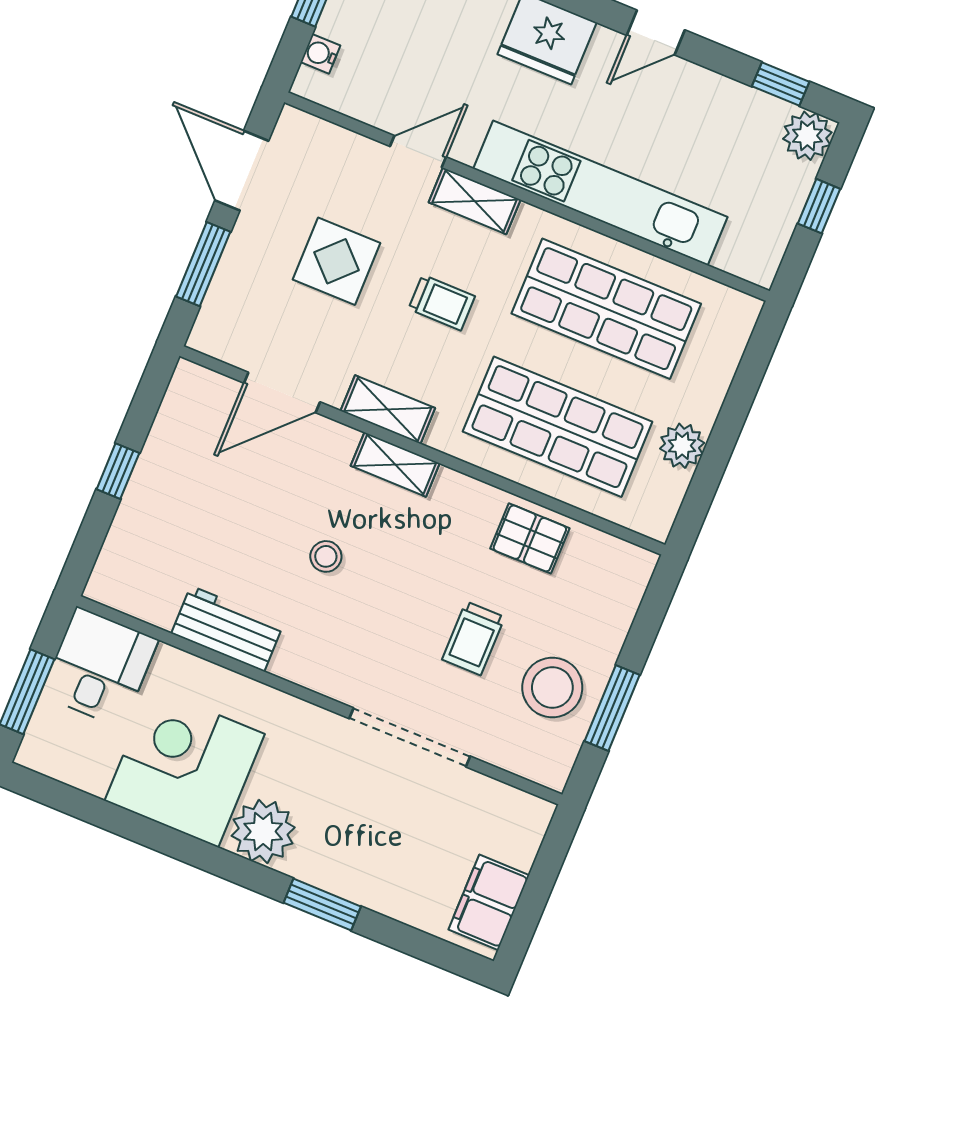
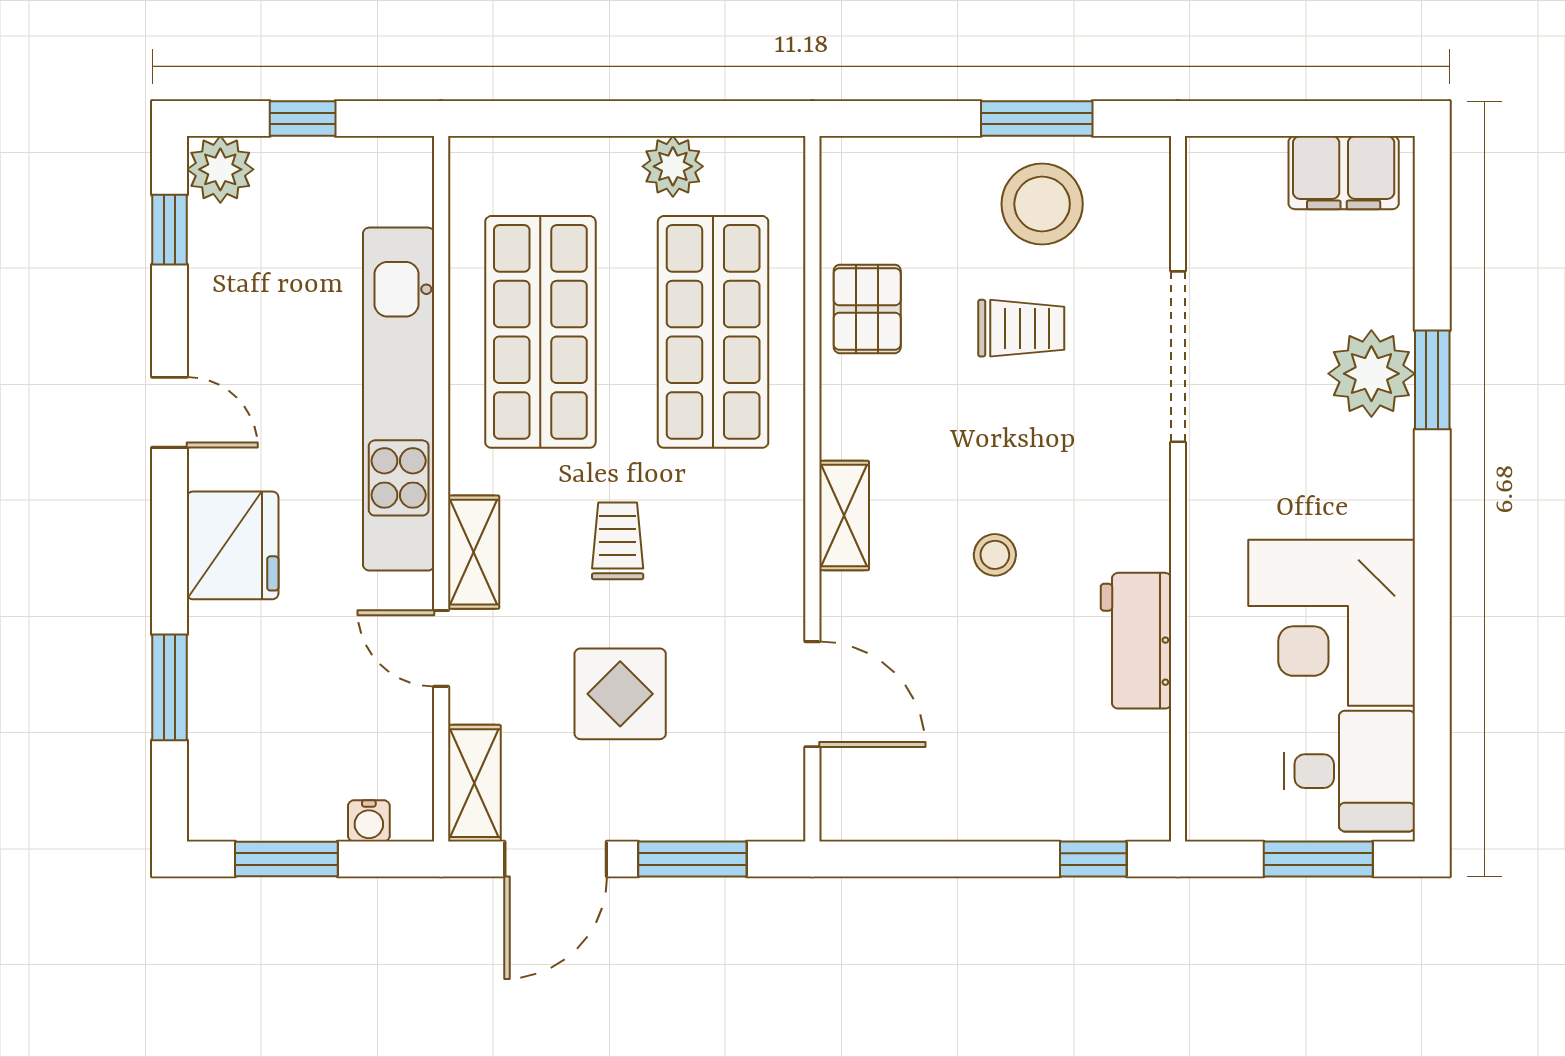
shelving: (388, 409) -> (474, 783), moved
window: (118, 471) -> (1093, 859), moved
desk: (99, 667) -> (1349, 771), moved, turned 180
plant: (263, 832) -> (1371, 374), moved

